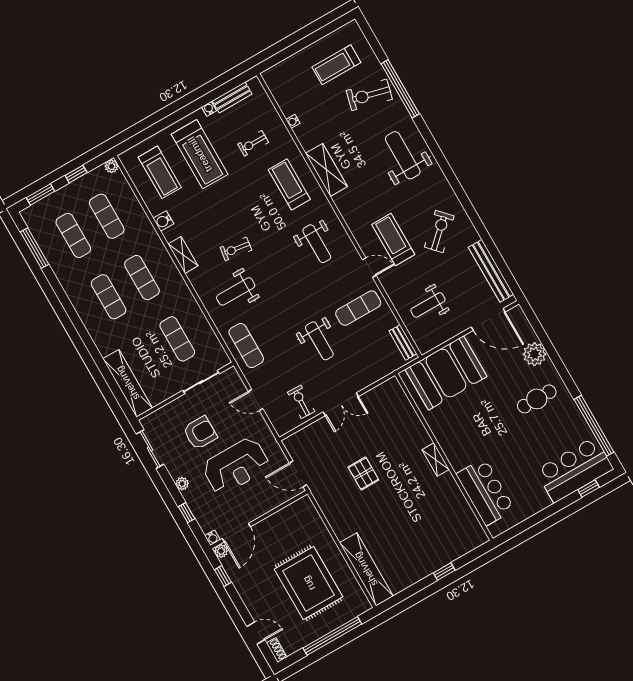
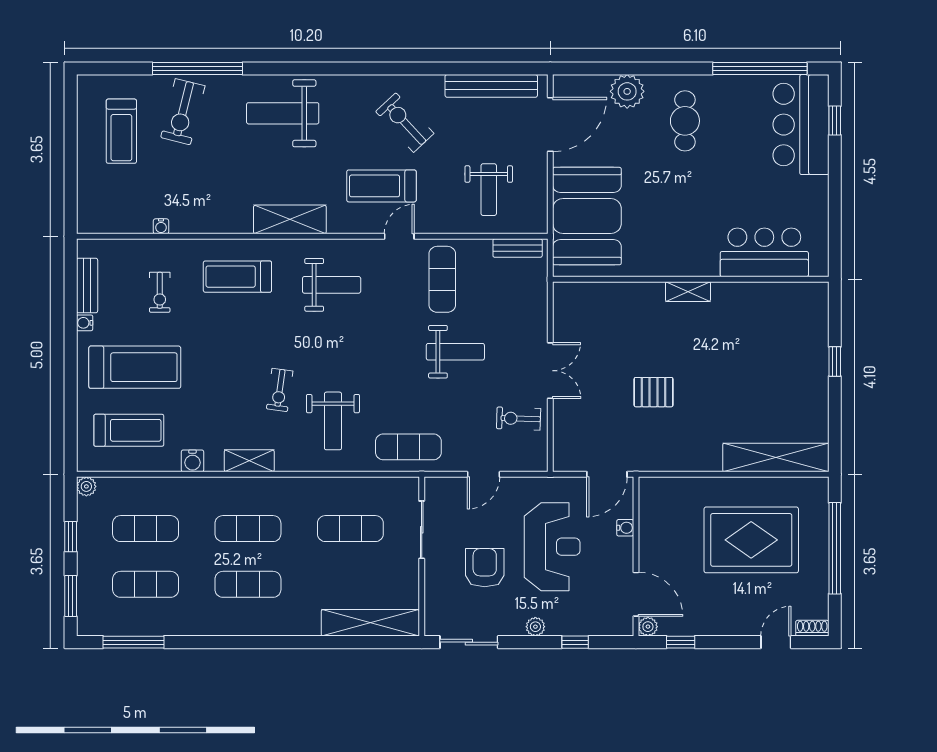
shelving: (327, 170) -> (290, 219), moved
water cooler: (212, 538) -> (625, 528), moved

